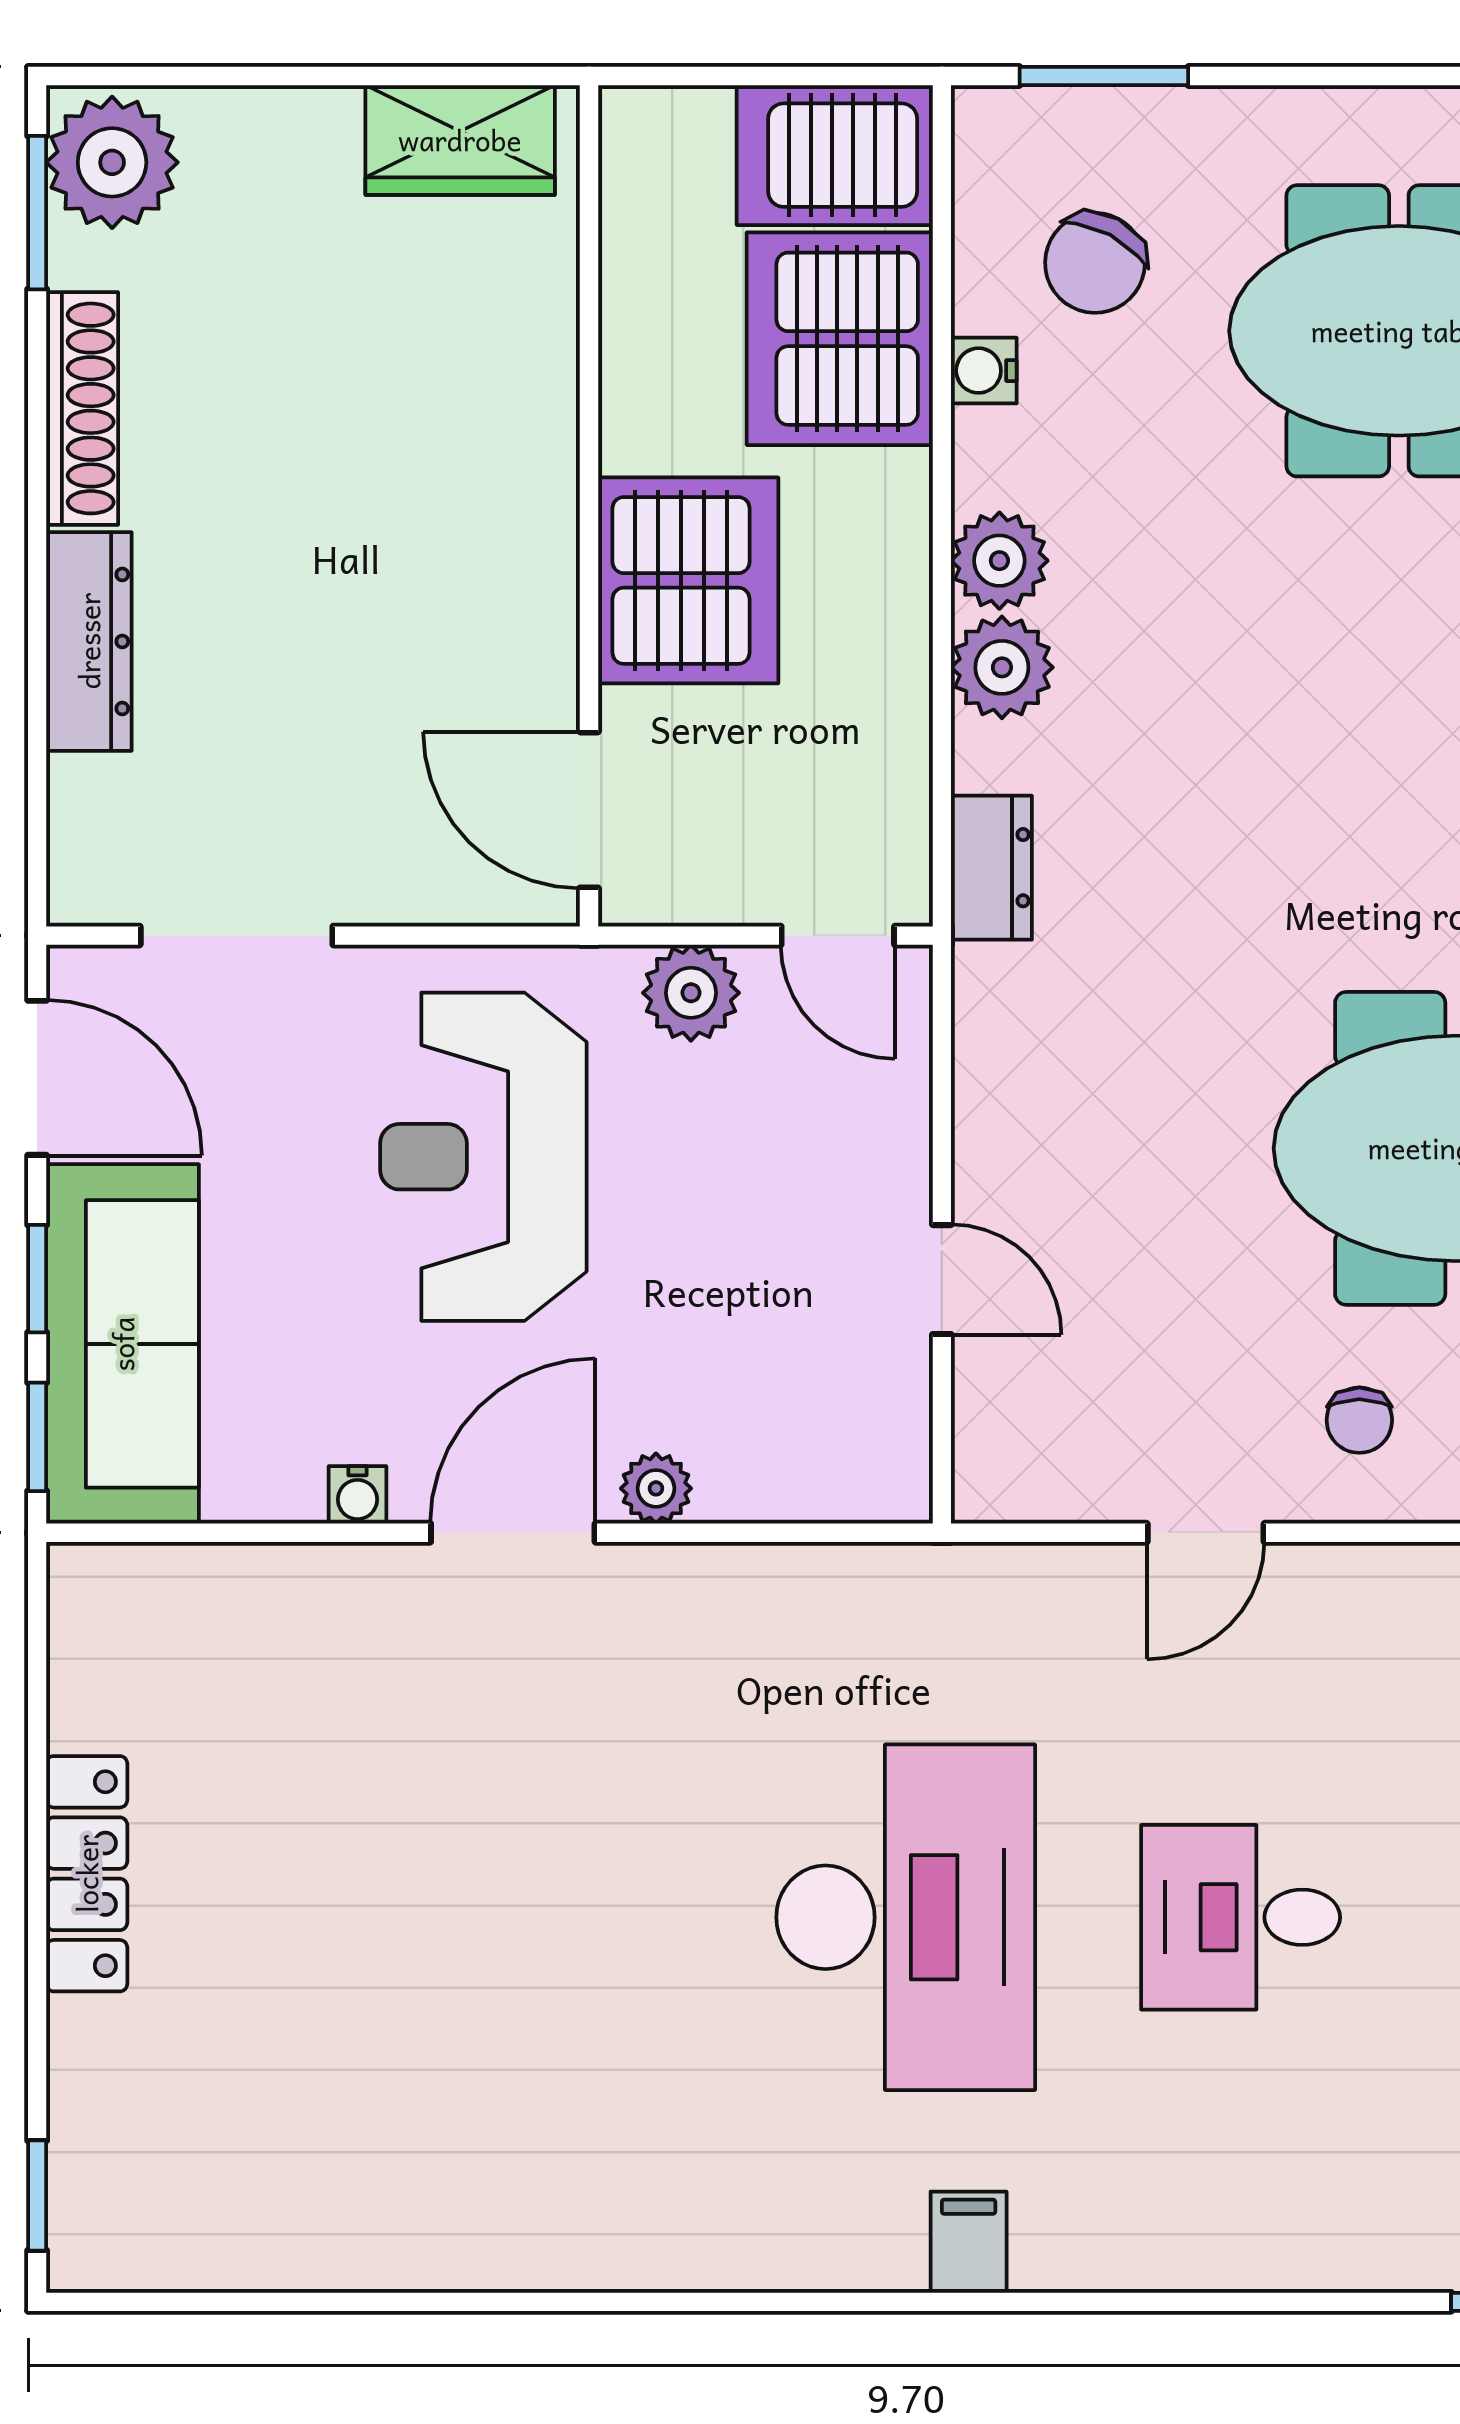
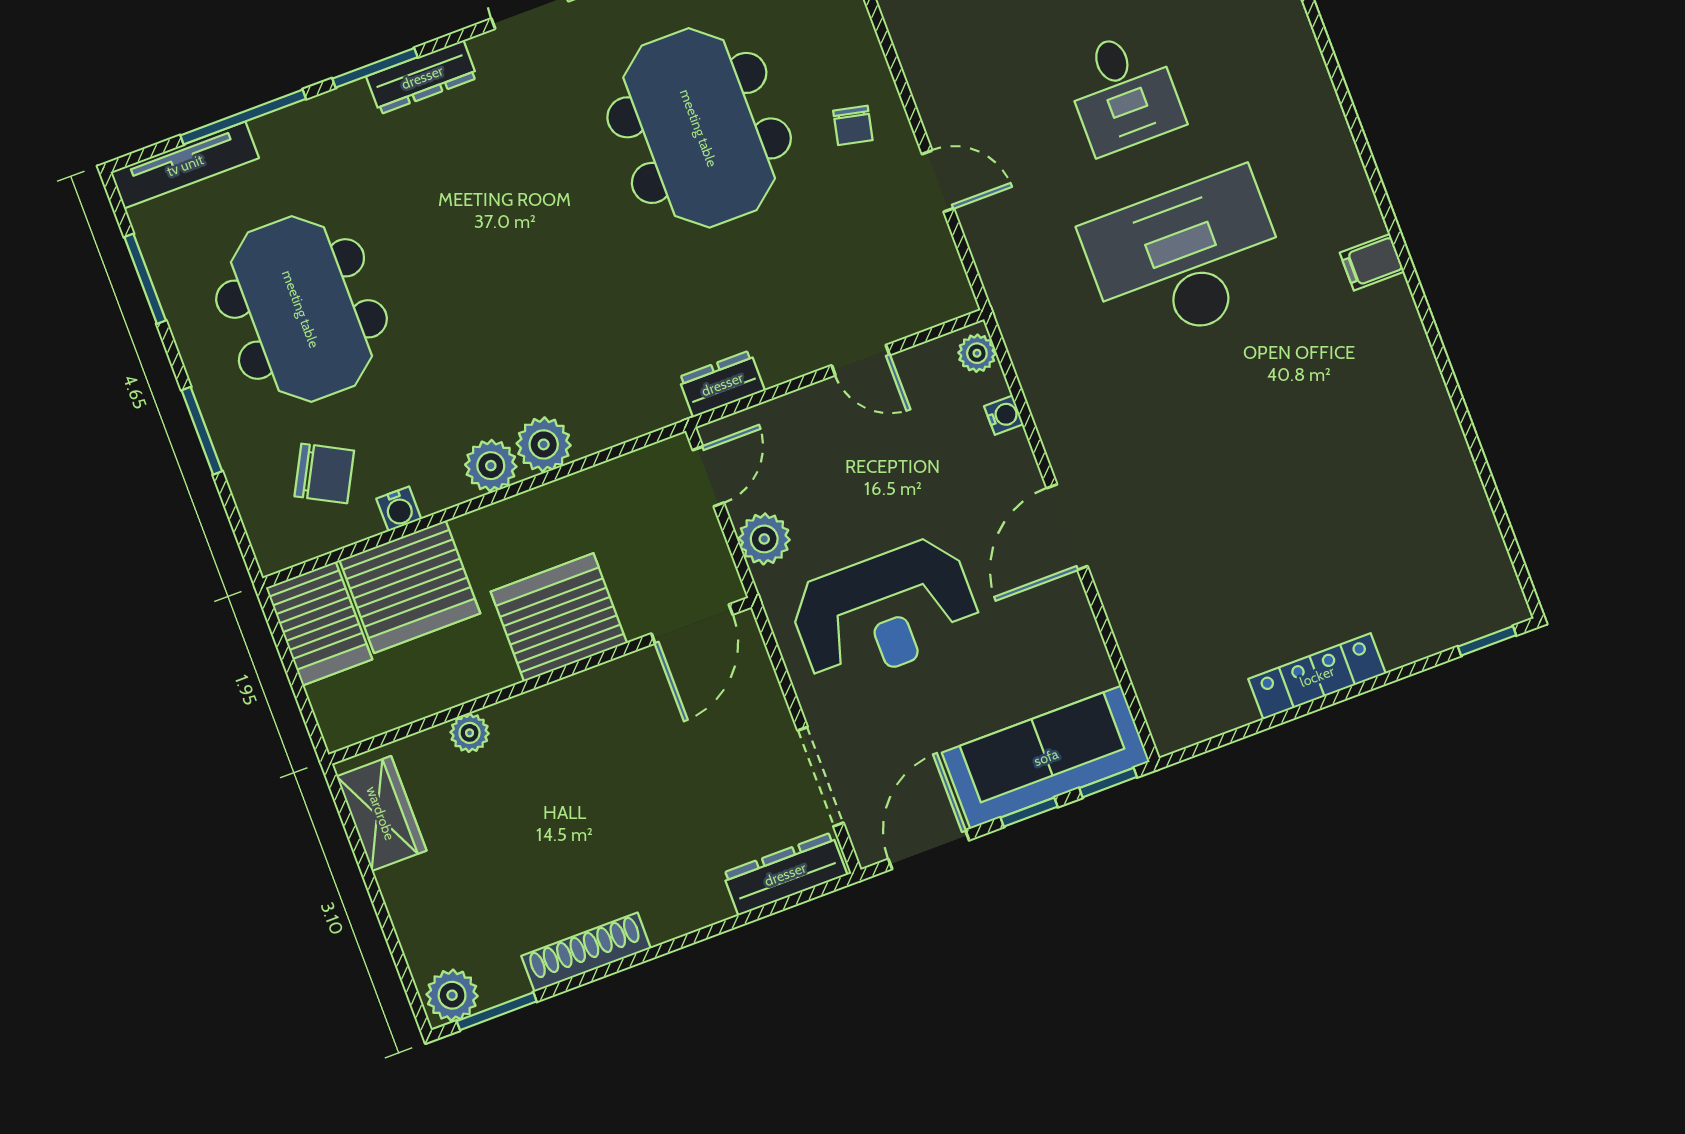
window: (1104, 76) -> (202, 431), moved
plant: (112, 162) -> (452, 995), width x0.73, depth x0.73
plant: (544, 348) -> (470, 733), added
dresser: (89, 641) -> (785, 874), moved
dresser: (991, 868) -> (722, 384), moved
door: (942, 1280) -> (861, 360), swing flipped
chair: (1359, 1420) -> (853, 125), turned 102
plant: (656, 1488) -> (977, 353), moved
water cooler: (358, 1495) -> (1004, 415), moved
door: (513, 1533) -> (1067, 527), hinge flipped
filing cabinet: (969, 2242) -> (1372, 262), moved

